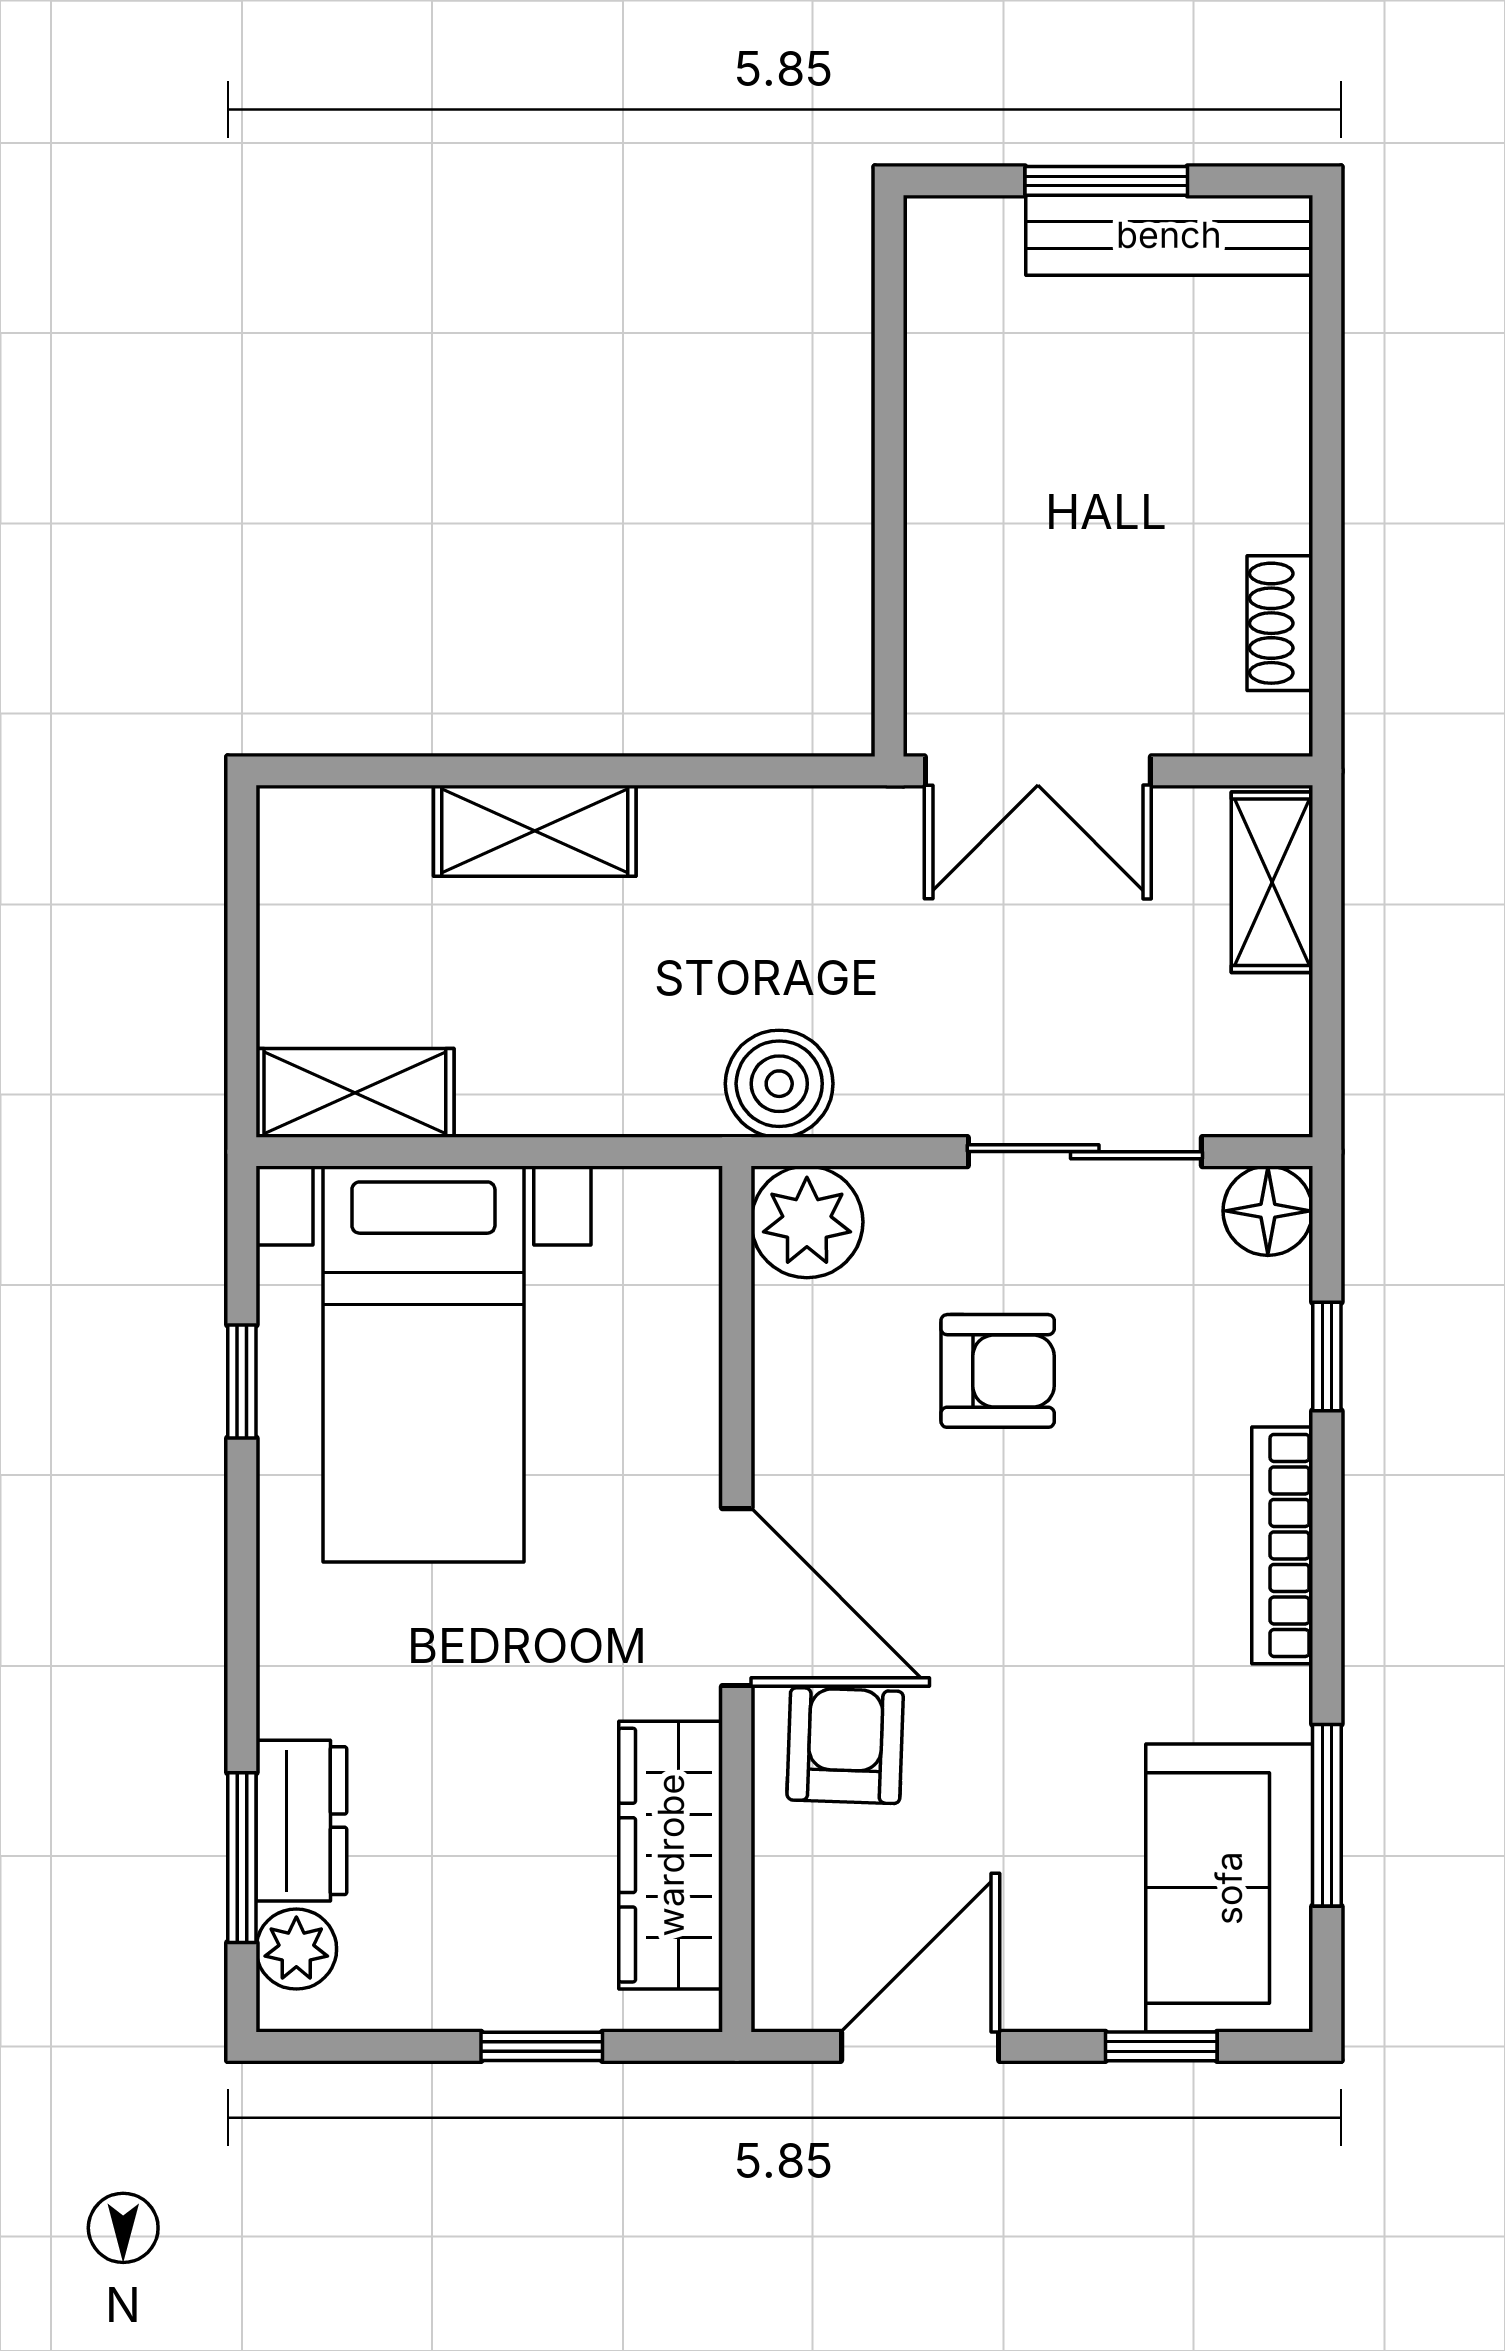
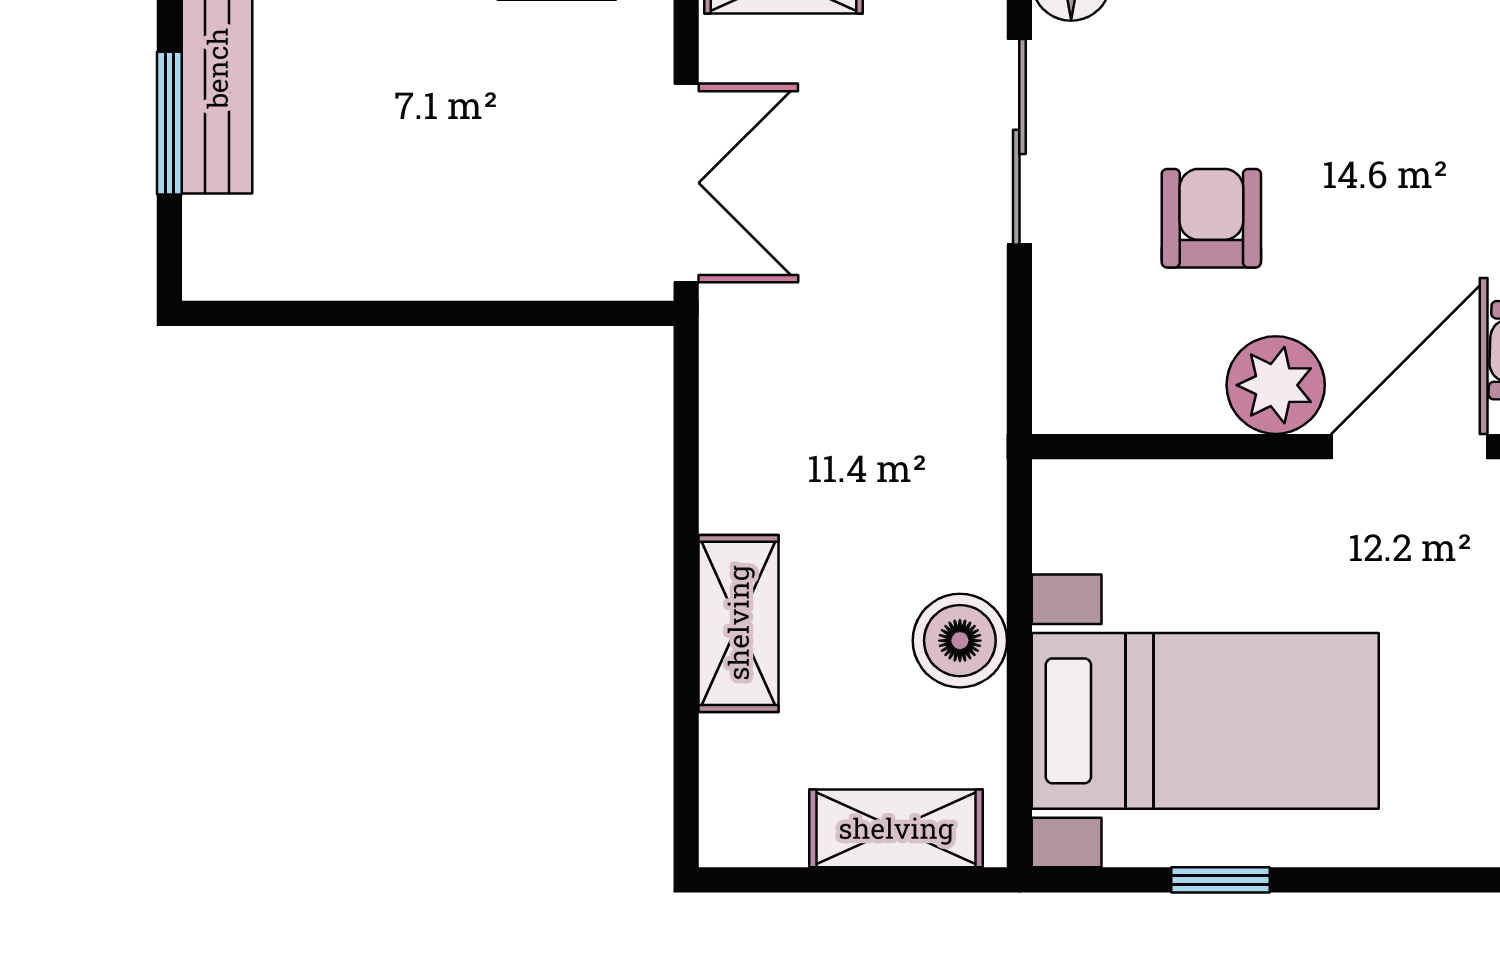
boiler: (779, 1084) -> (960, 641), moved
shelving: (355, 1093) -> (896, 828), moved, turned 90
plant: (807, 1222) -> (1276, 385), moved

